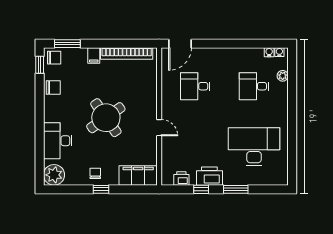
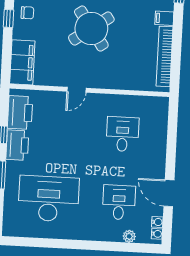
door: (180, 44) -> (169, 193), moved
desk: (254, 147) -> (49, 199), turned -90
printer: (181, 178) -> (20, 113), width x1.87, depth x1.48

